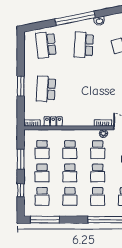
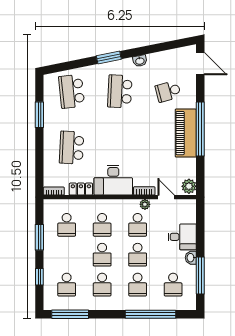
window: (75, 18) -> (109, 57), width x0.47
window: (21, 86) -> (39, 115), moved
desk: (79, 114) -> (113, 180), added
school desk: (42, 173) -> (67, 255), removed

